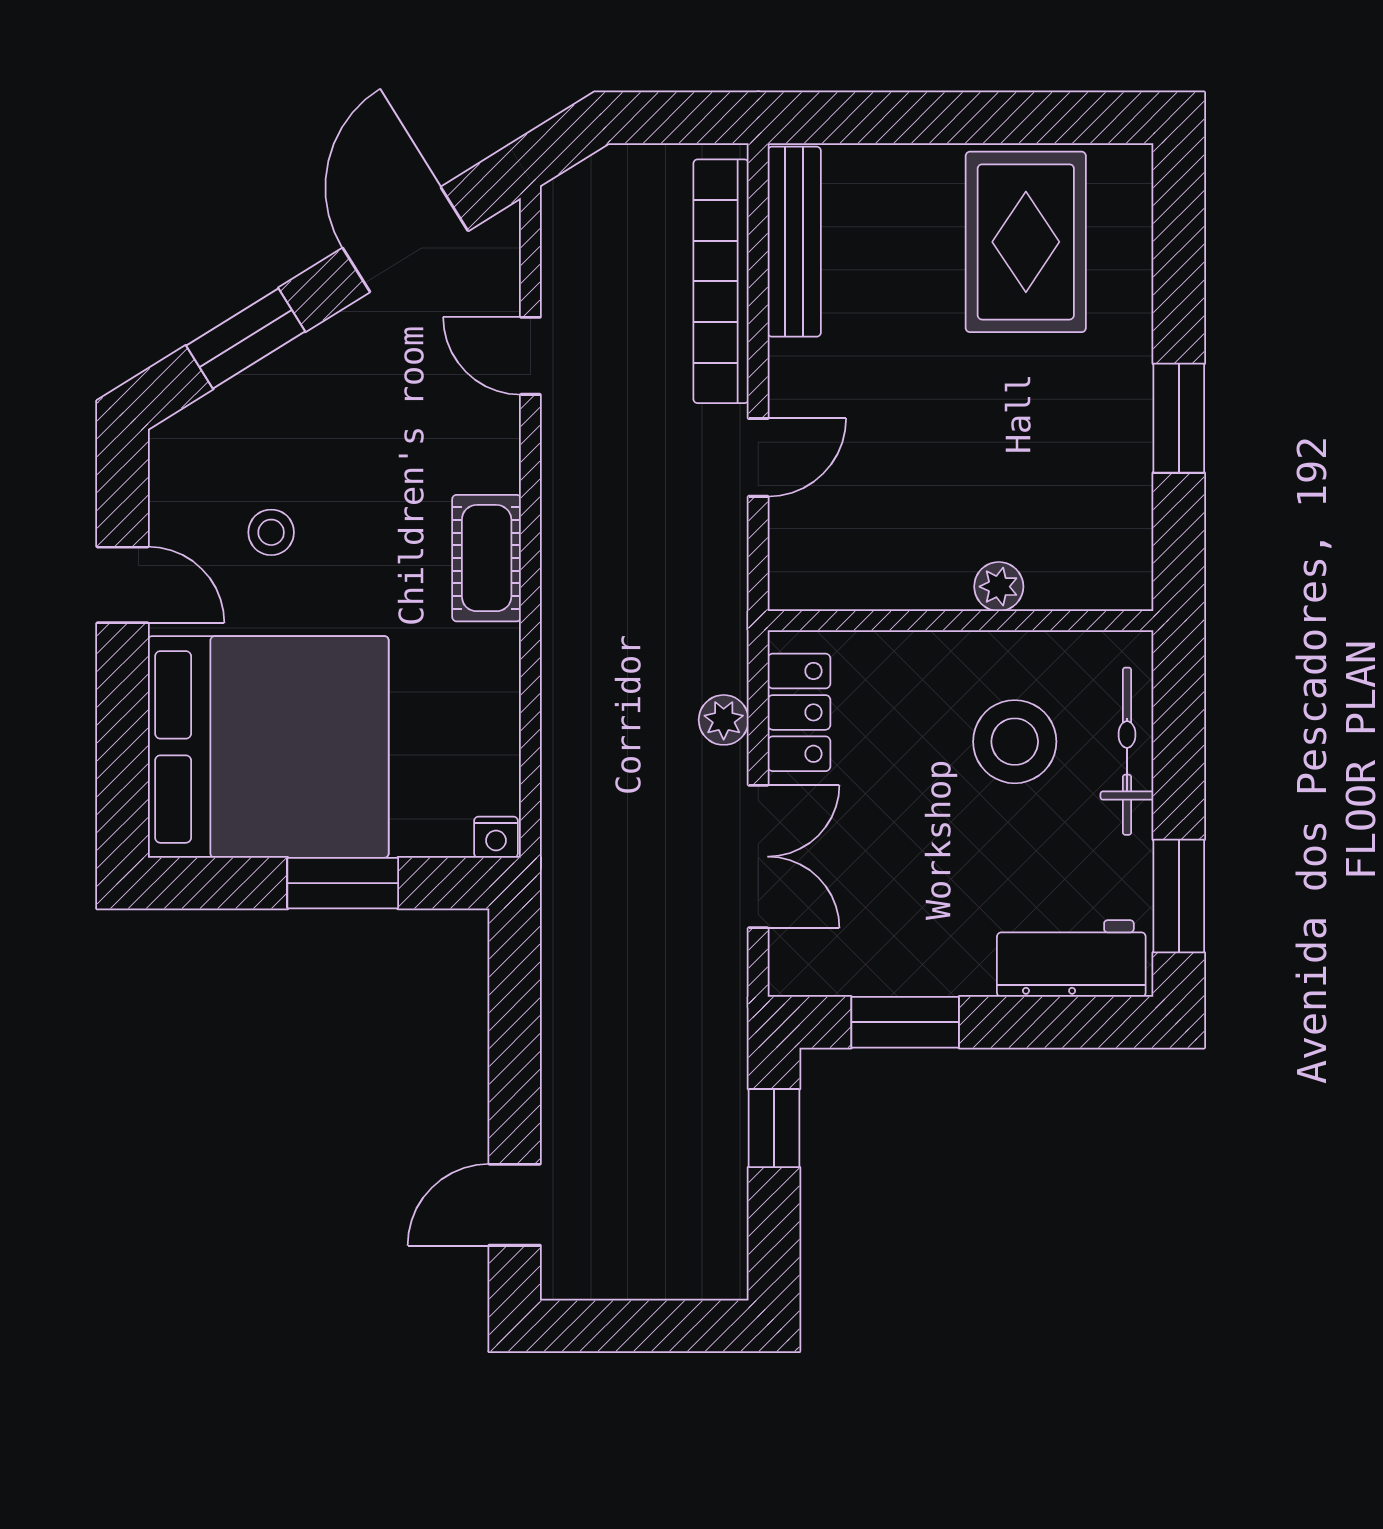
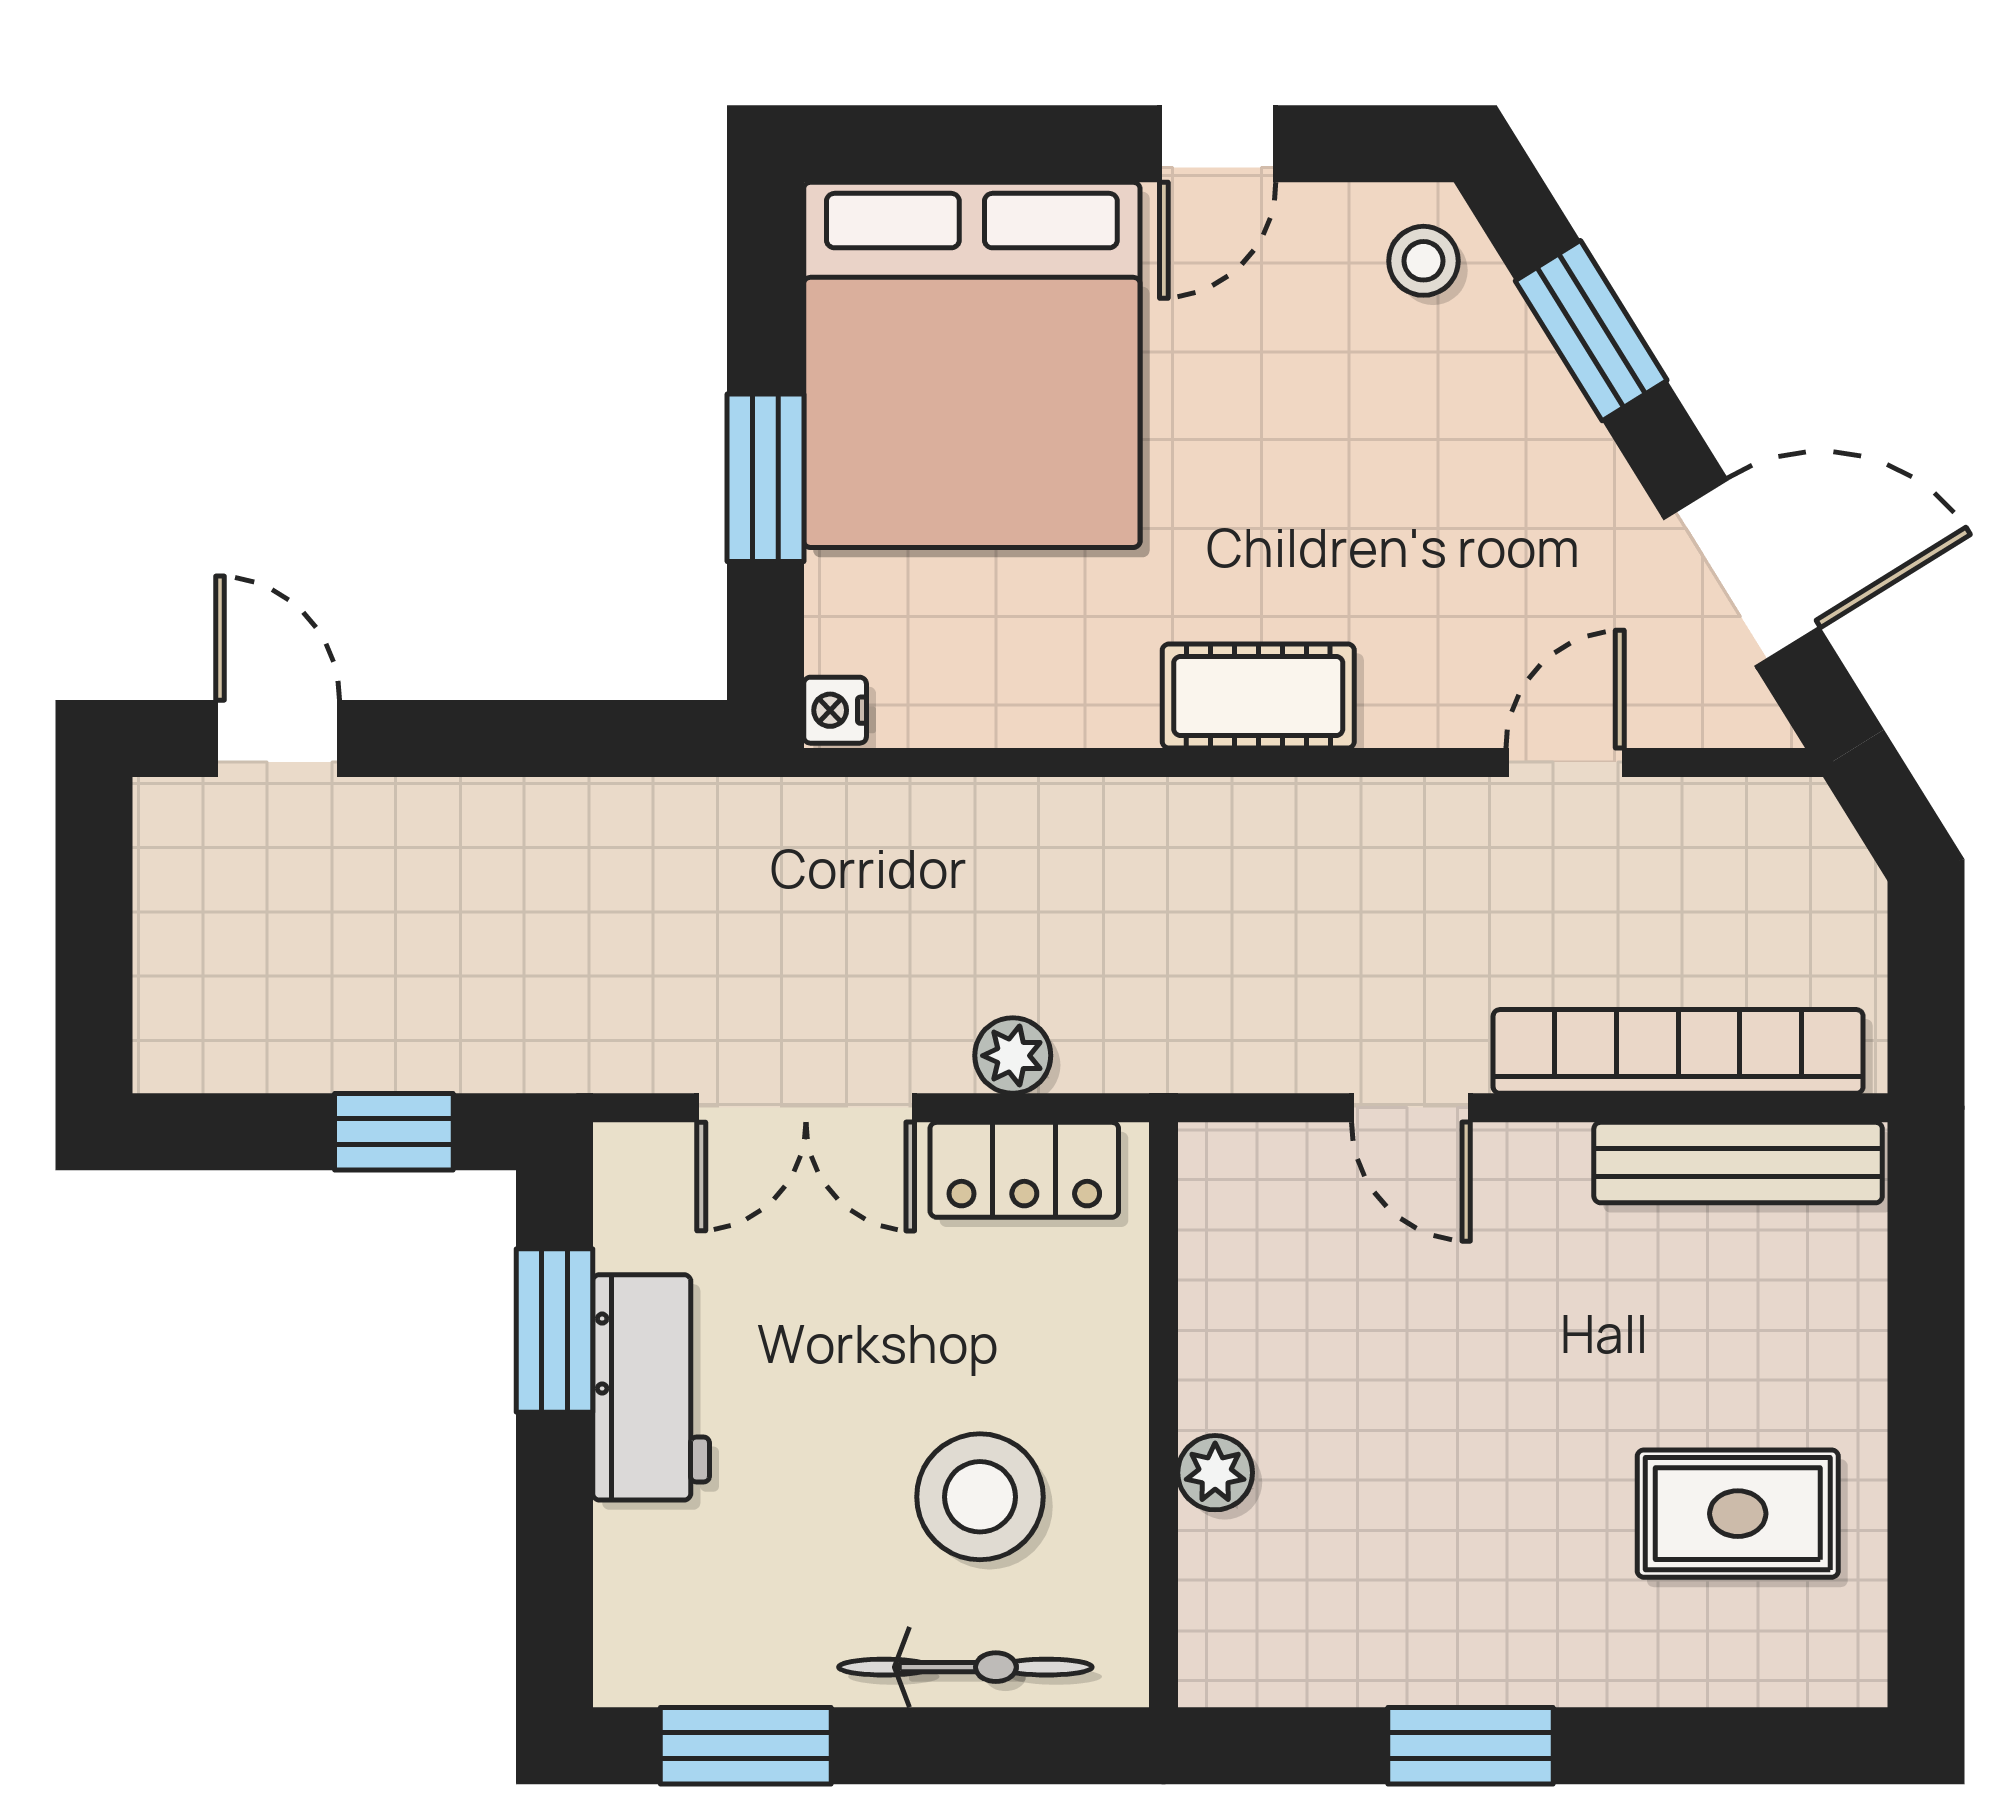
rug: (1026, 242) -> (1738, 1514), width x0.73, depth x0.70
stool: (271, 532) -> (1423, 261), moved
workbench: (1071, 959) -> (651, 1387), moved

